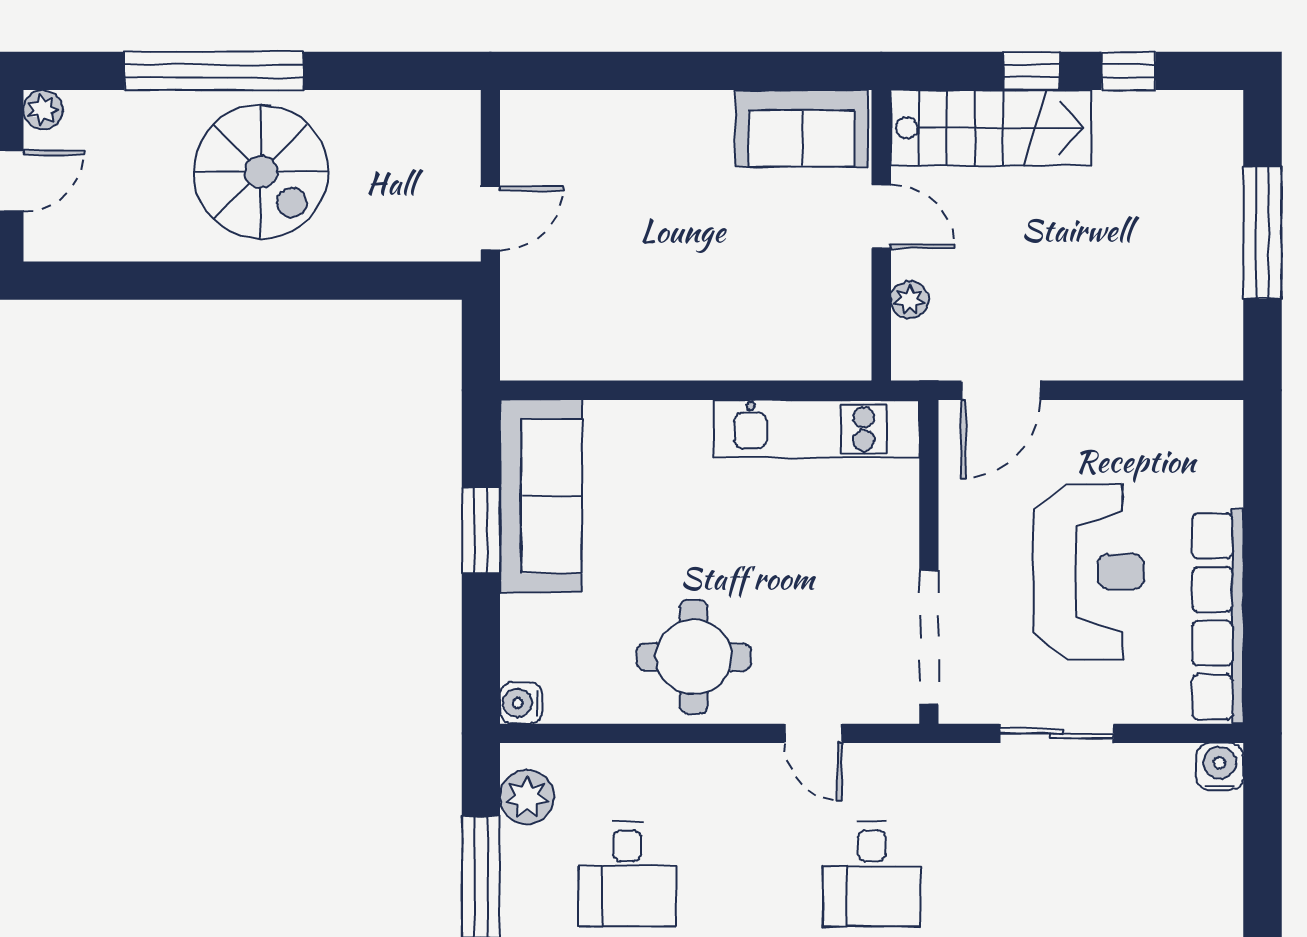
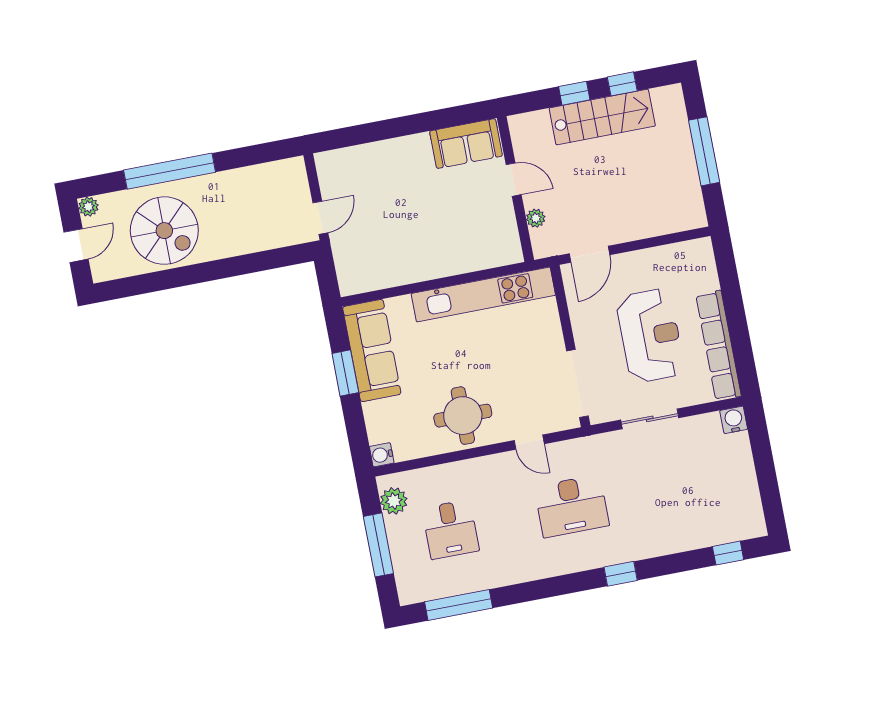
stairs: (991, 128) -> (602, 117), moved
spiral stairs: (261, 172) -> (164, 231), moved
kitchen unit: (816, 429) -> (483, 294), width x1.36
desk: (872, 874) -> (572, 506), width x1.37

